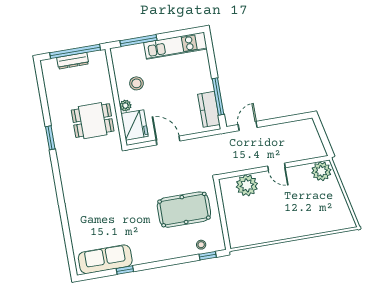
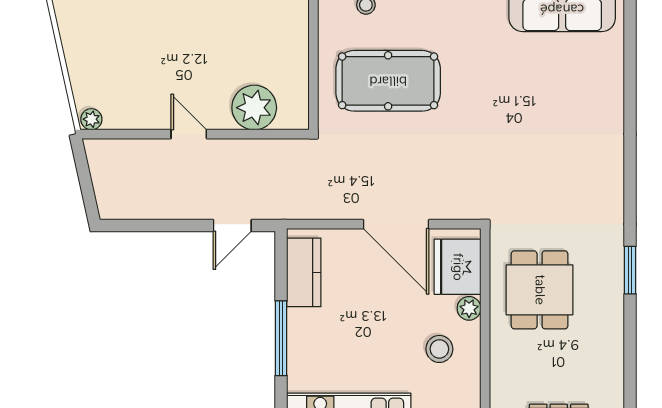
window: (218, 96) -> (281, 338), moved
dining table: (93, 121) -> (540, 290), turned 90
door: (168, 140) -> (396, 224), width x1.36
plant: (321, 171) -> (91, 119), width x0.53, depth x0.53

